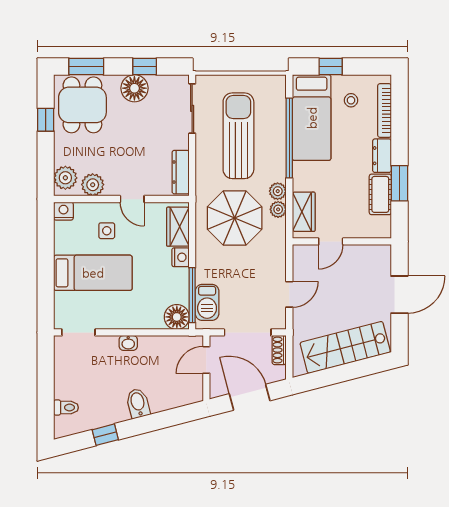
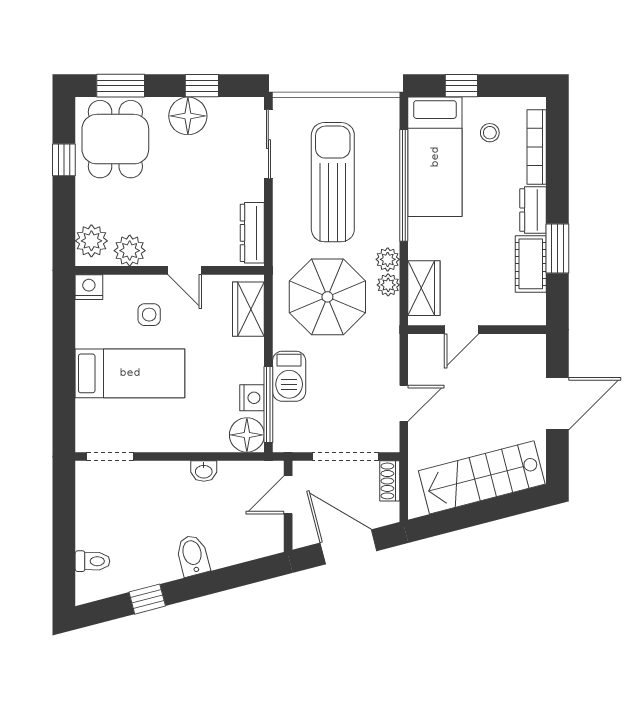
nightstand: (180, 257) -> (252, 398), moved
barbecue: (207, 302) -> (289, 376), moved
washbasin: (128, 343) -> (204, 471), moved

